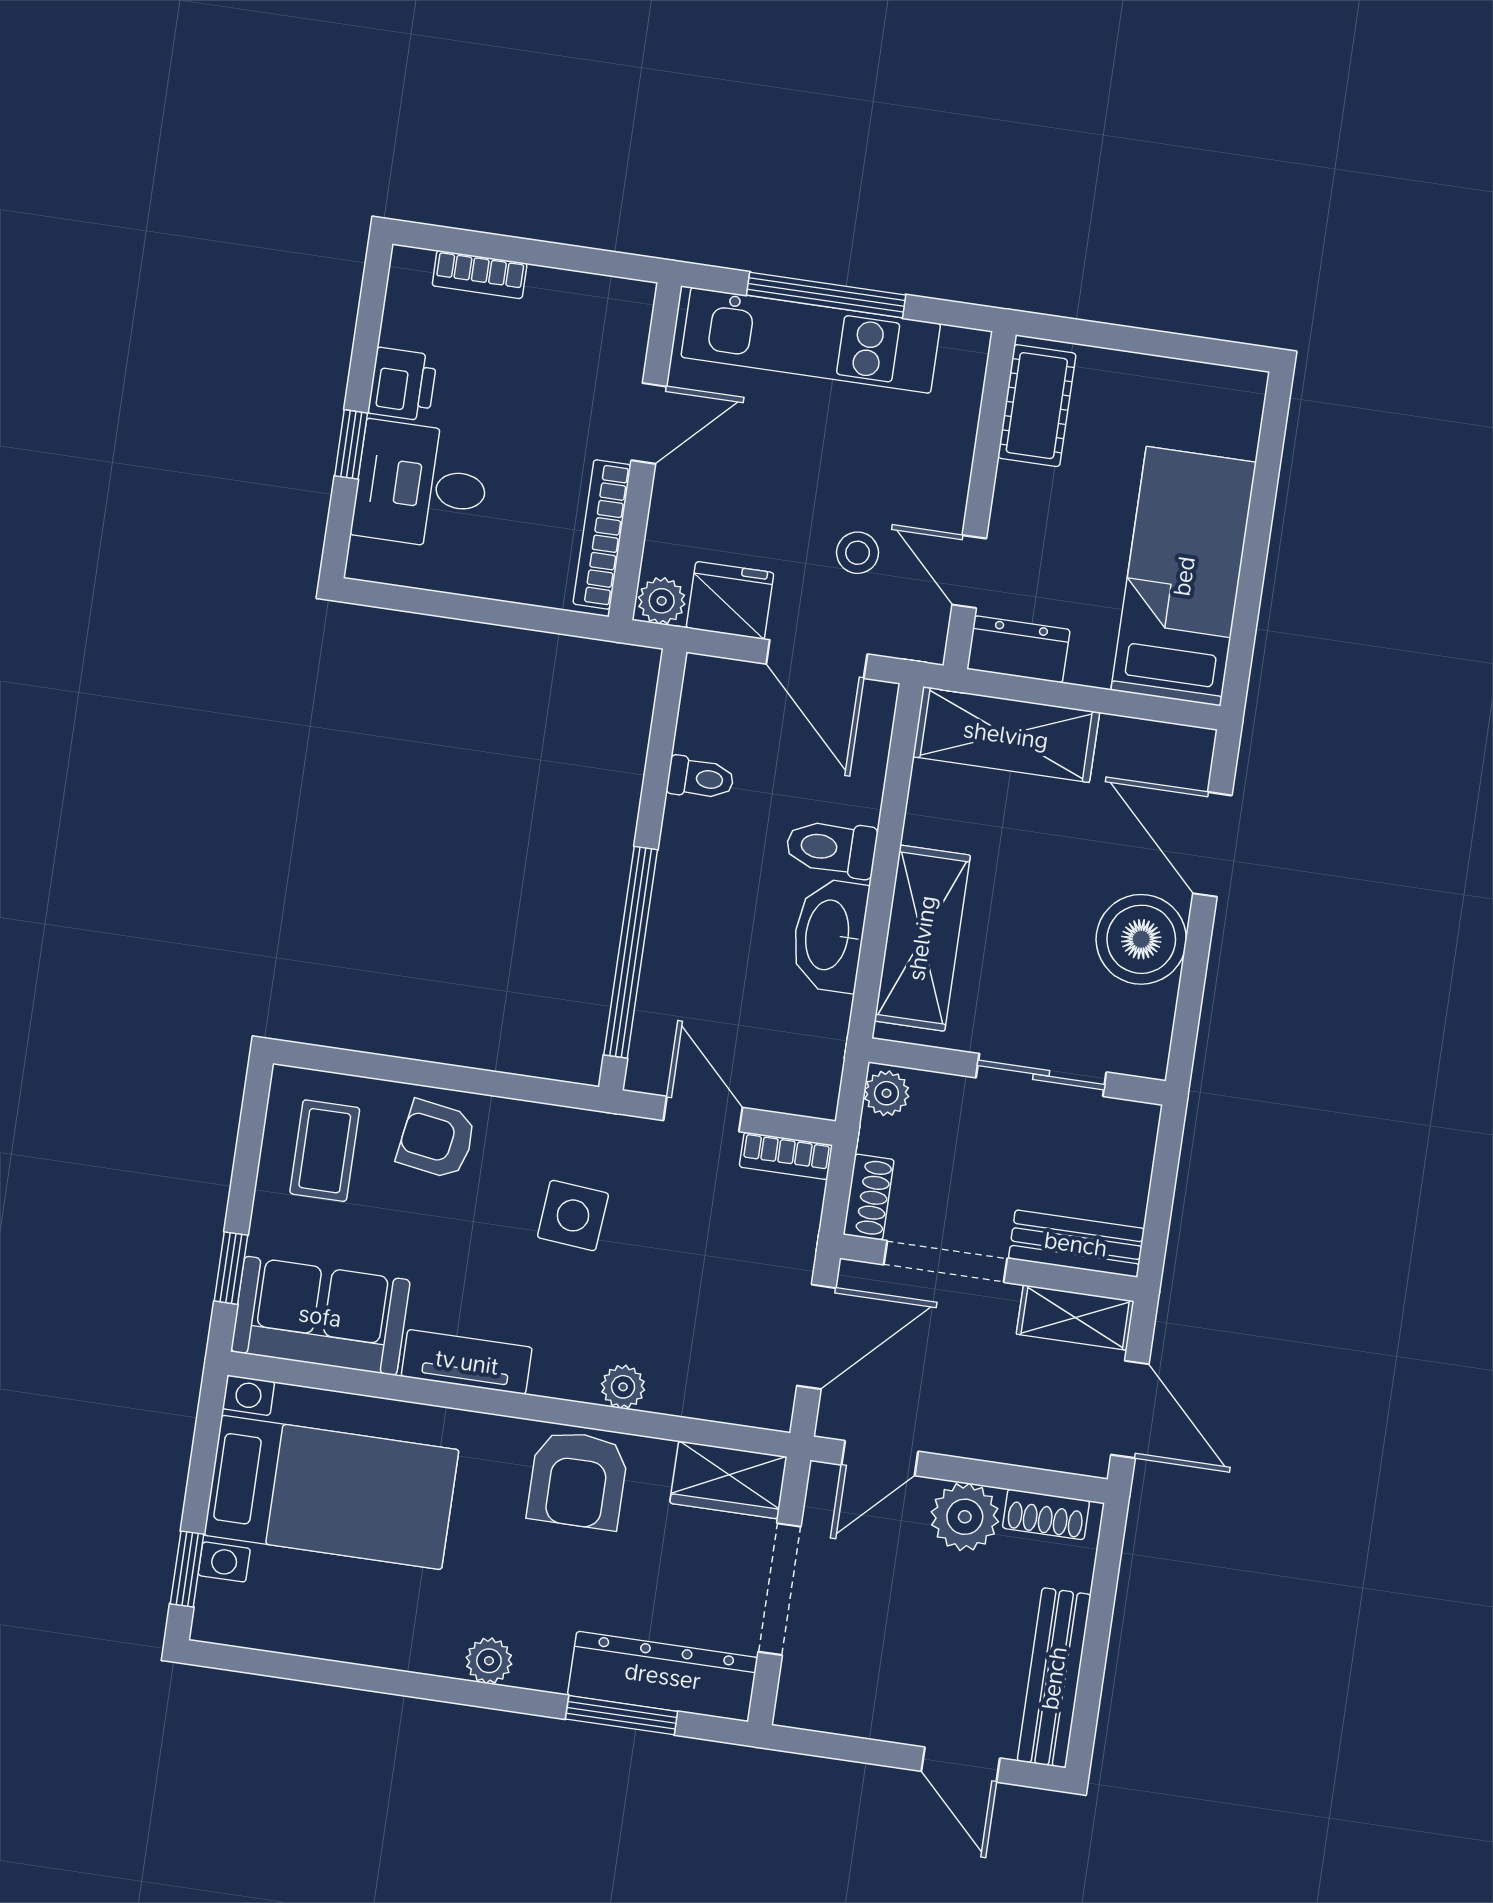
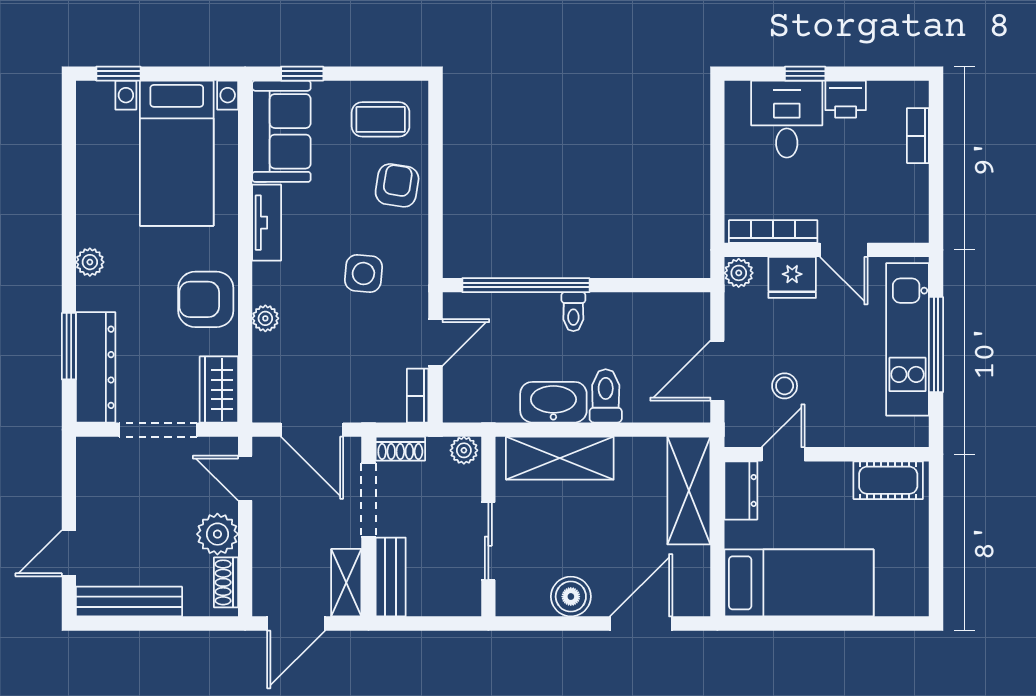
fridge: (730, 600) -> (792, 277), moved, turned 90
toilet: (701, 778) -> (573, 312), moved
boiler: (1141, 939) -> (571, 597), width x0.73, depth x0.73

